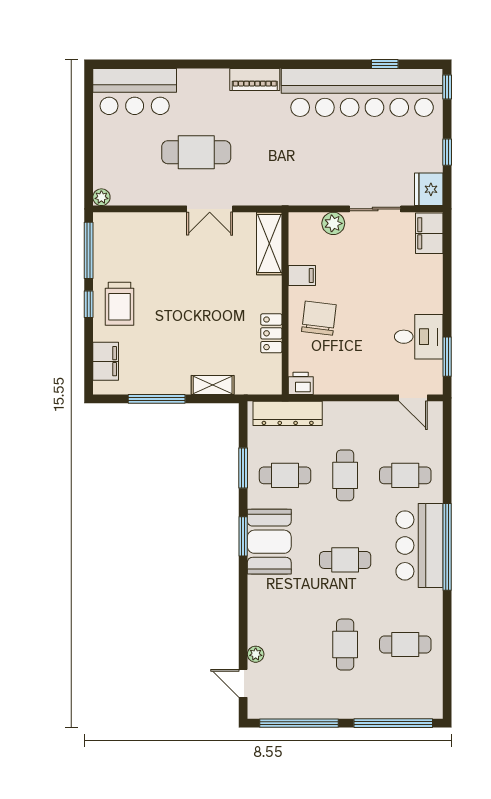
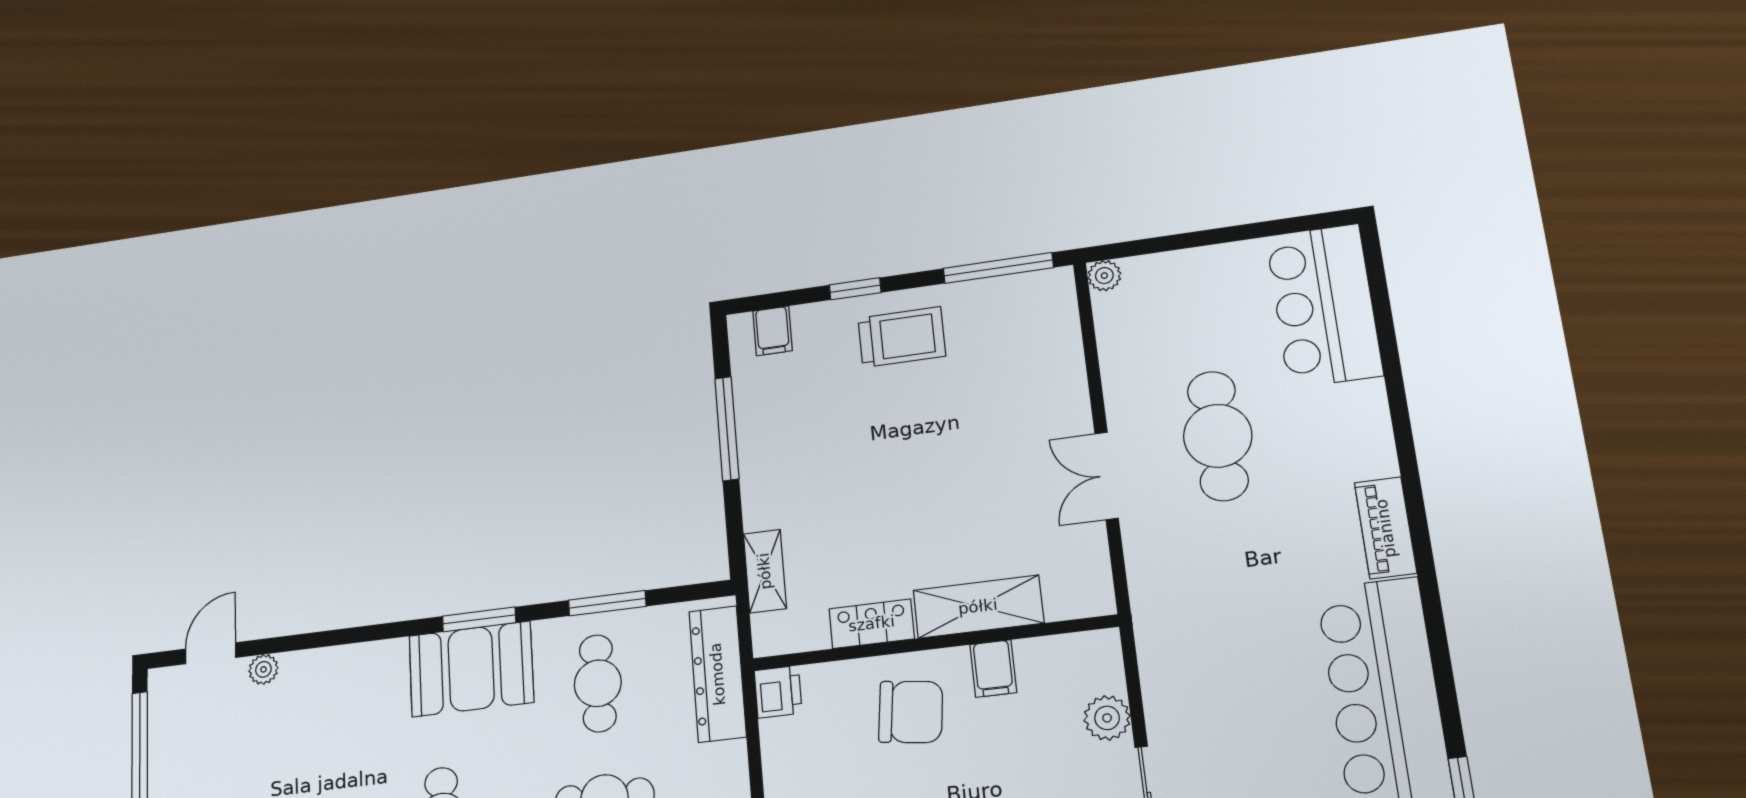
shelving: (269, 244) -> (978, 607), moved
window: (89, 304) -> (855, 289), moved
trolley: (120, 304) -> (902, 337), turned 180
filing cabinet: (106, 361) -> (773, 331), width x0.50
shelving: (213, 385) -> (765, 571), moved

